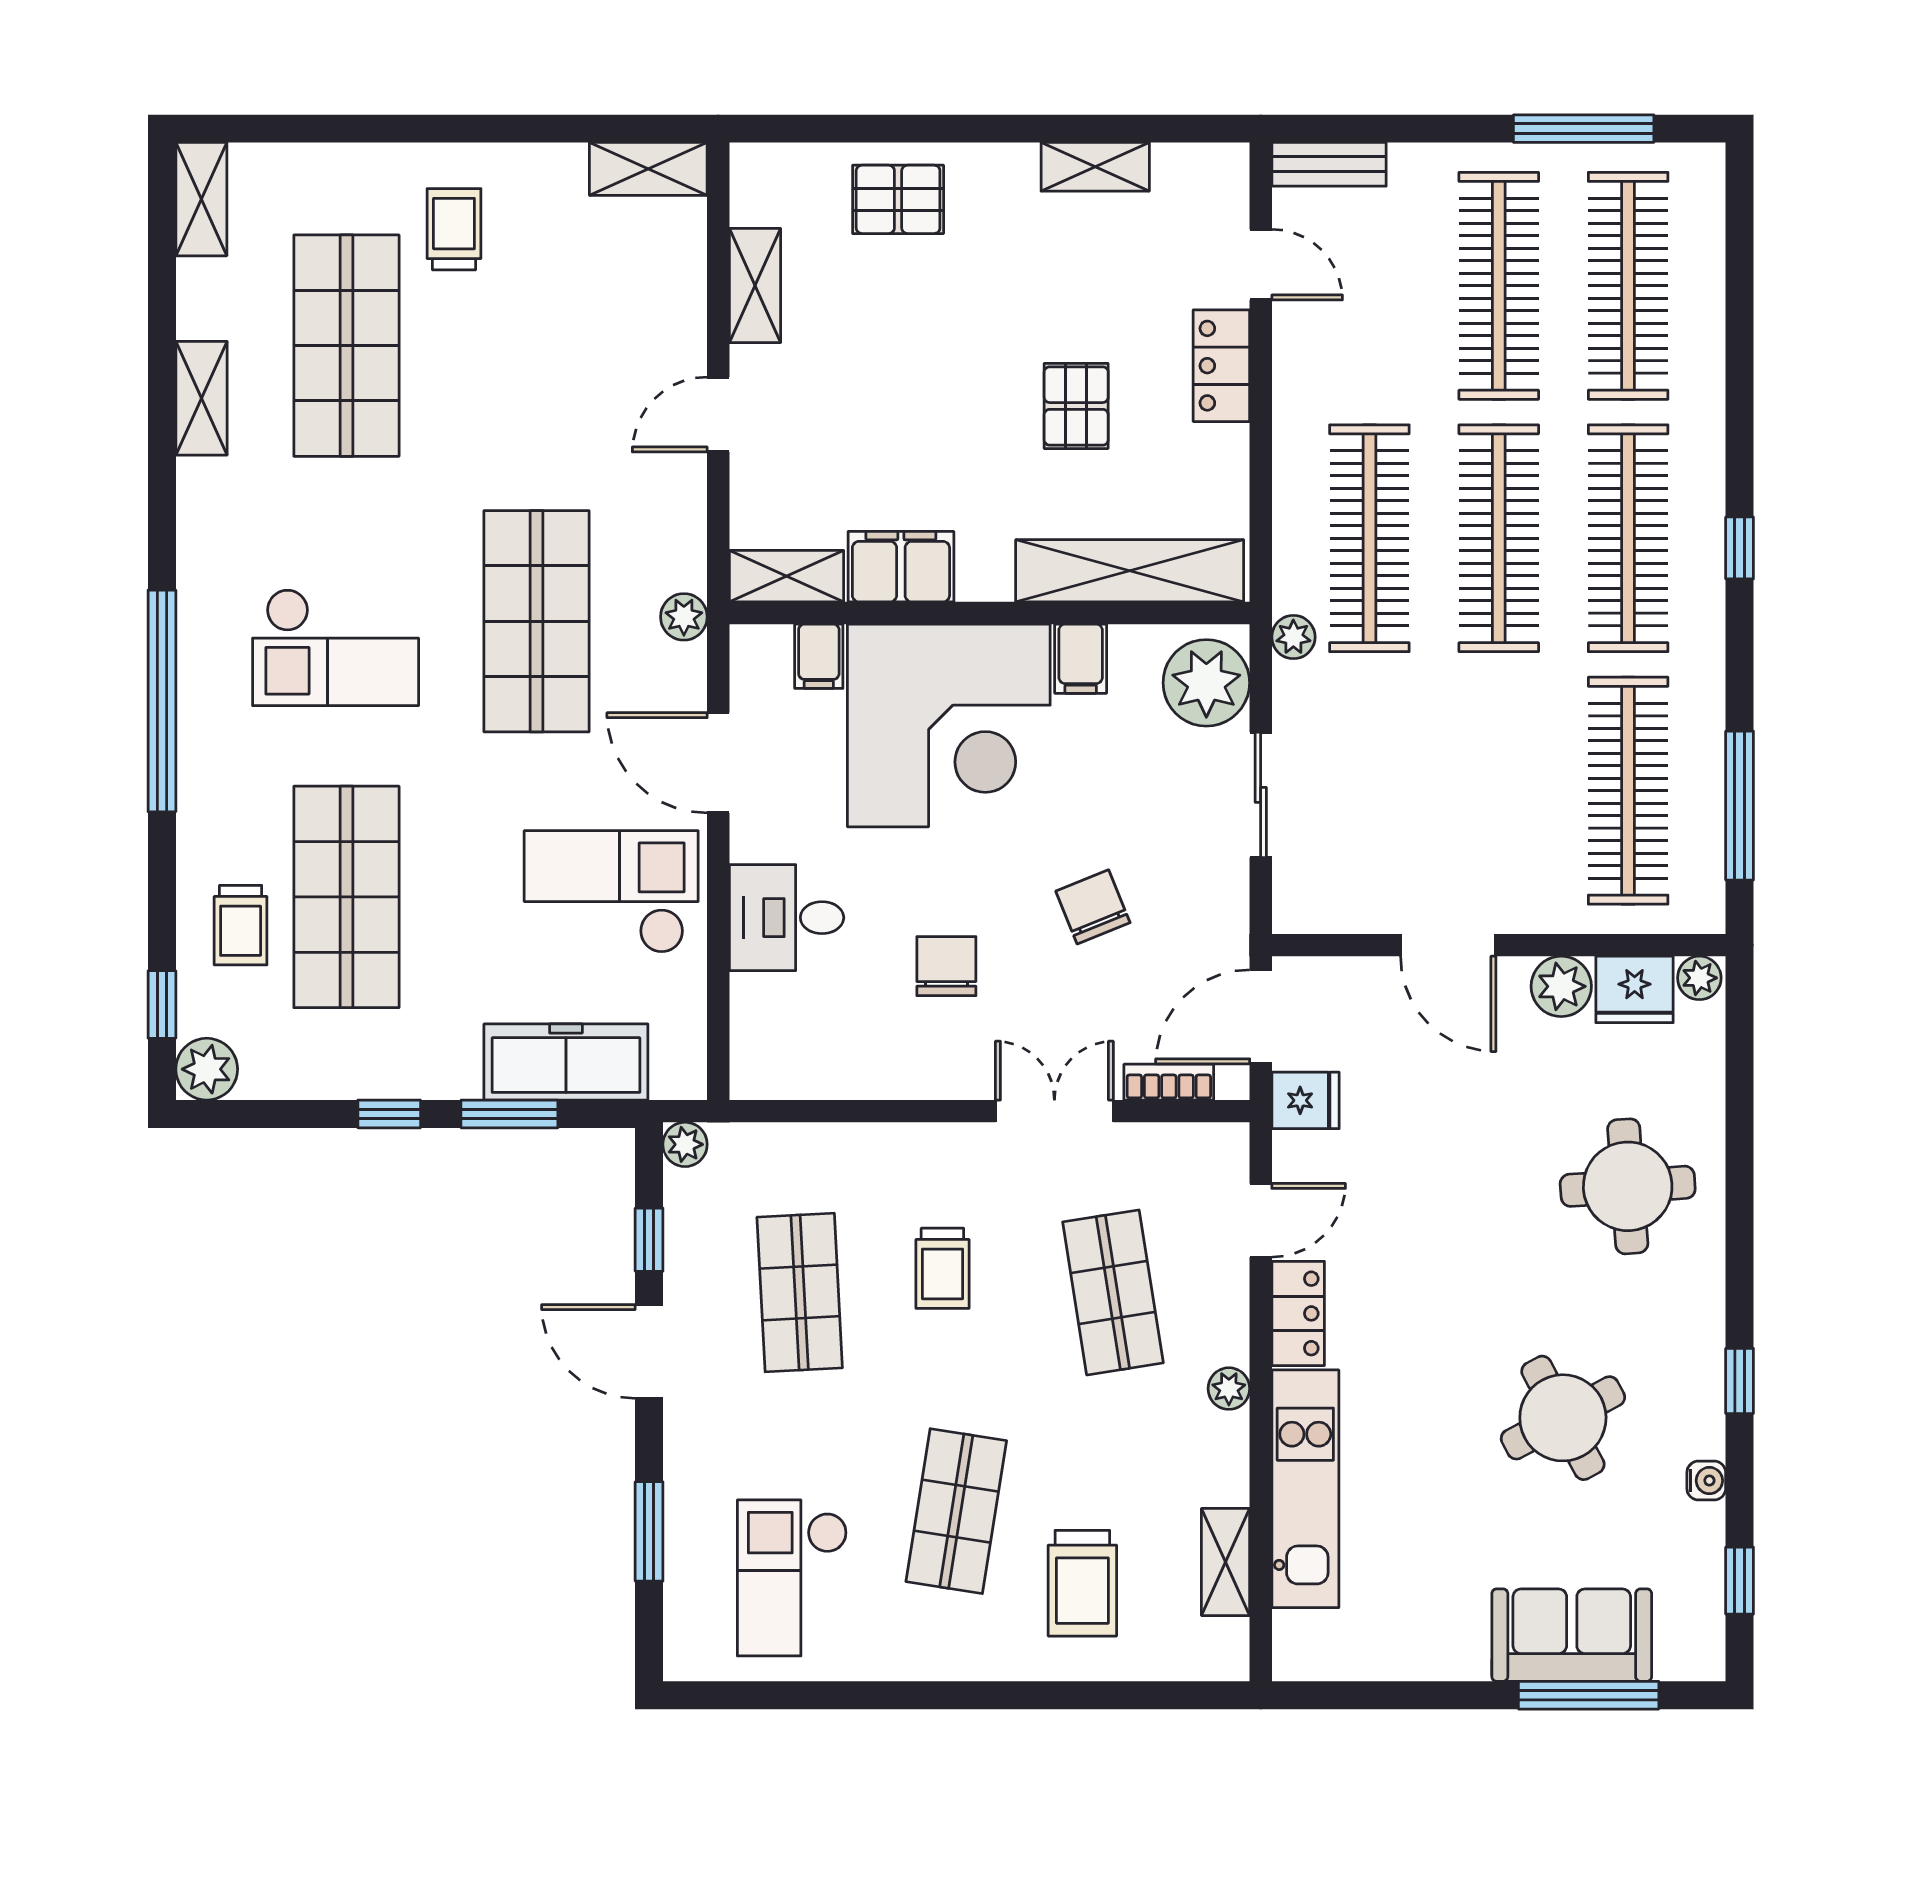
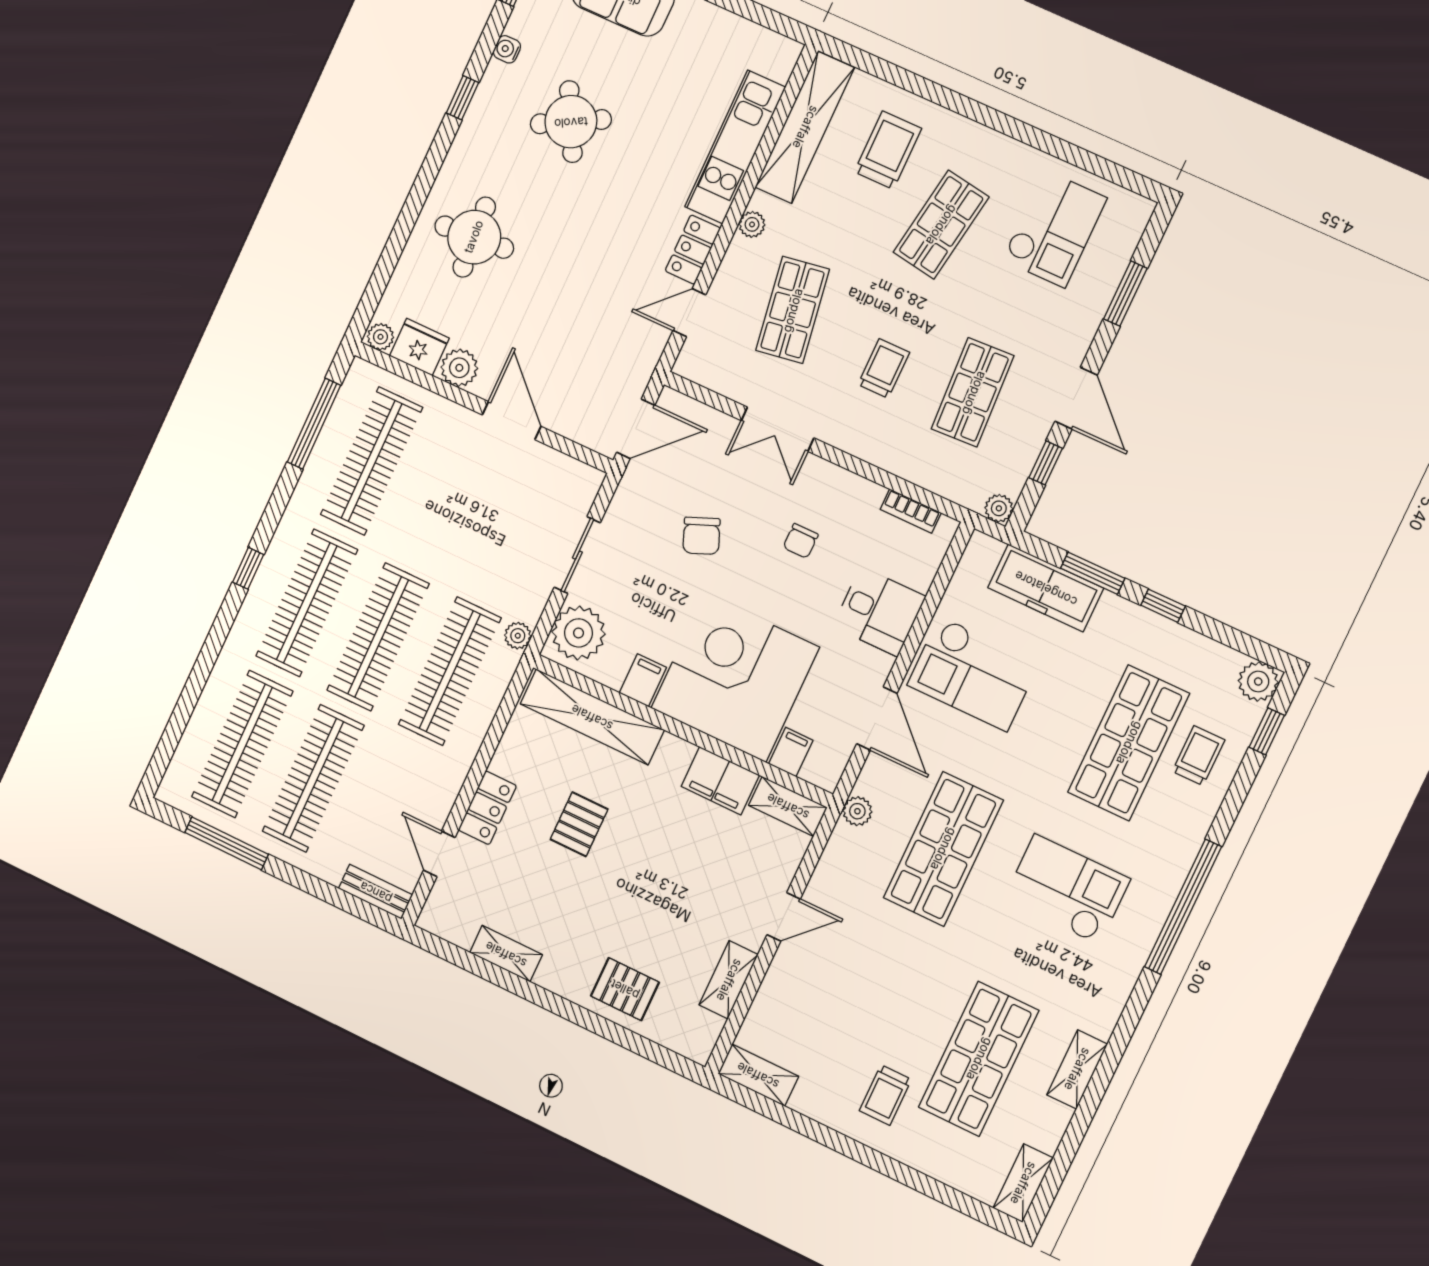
chair: (946, 966) -> (801, 541), width x0.73, depth x0.73
bookcase: (1169, 1082) -> (911, 511), moved
fridge: (1306, 1100) -> (632, 369), removed
shelving: (1226, 1562) -> (805, 127), width x2.20, depth x1.33

